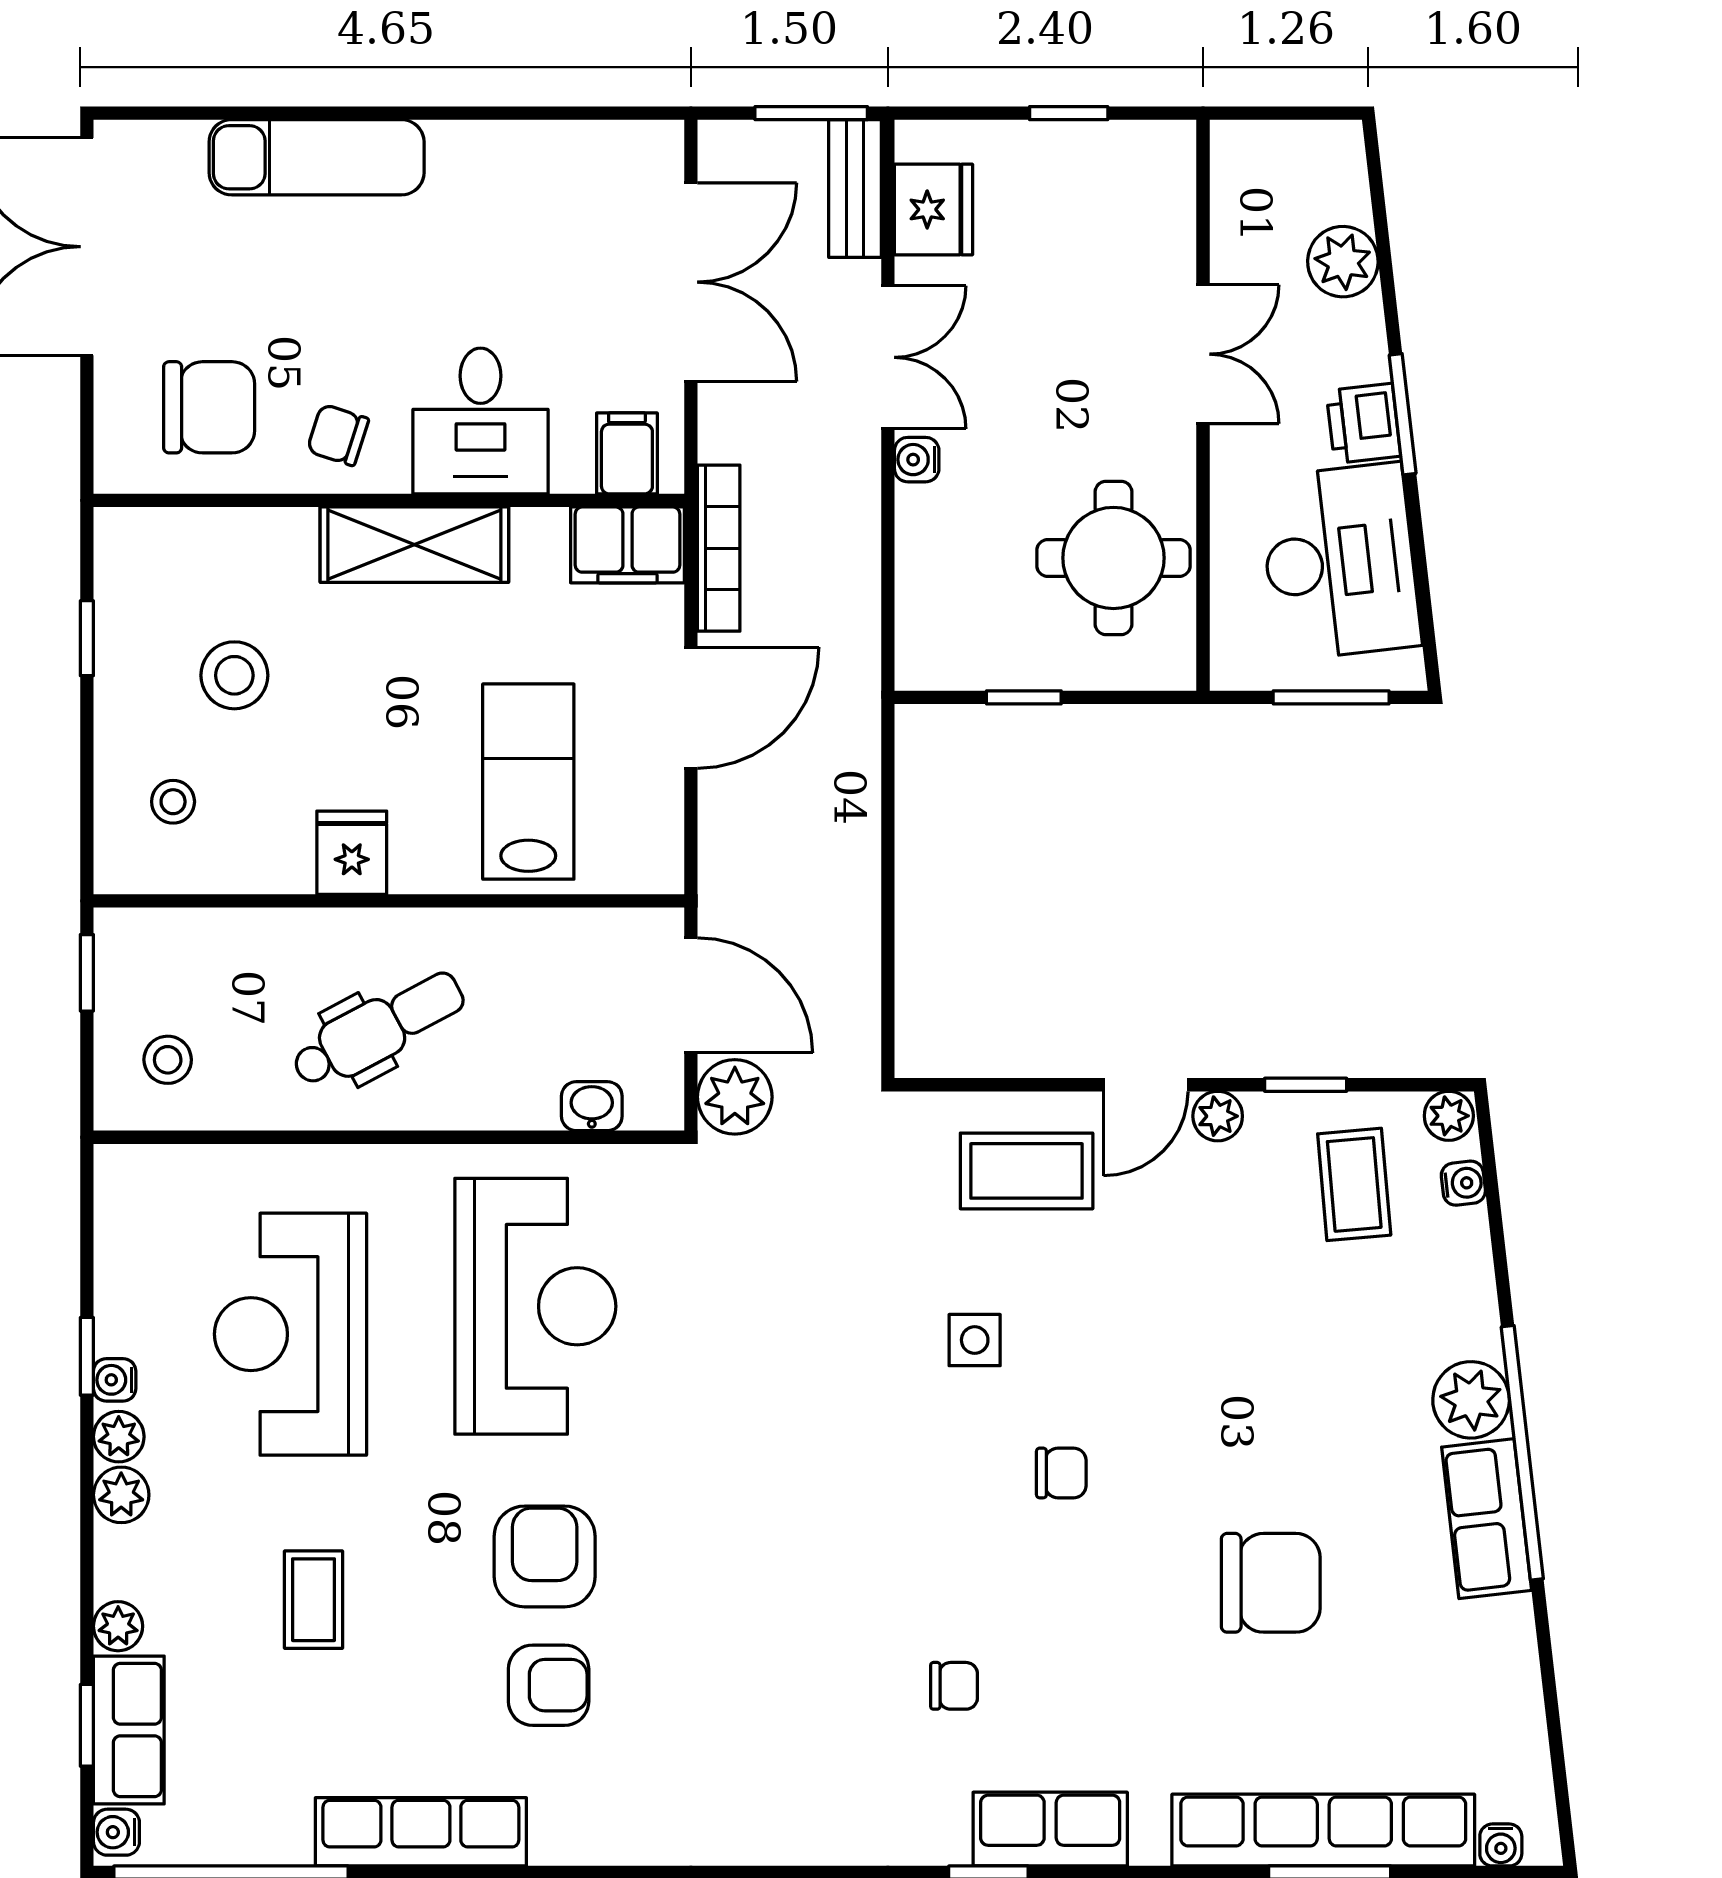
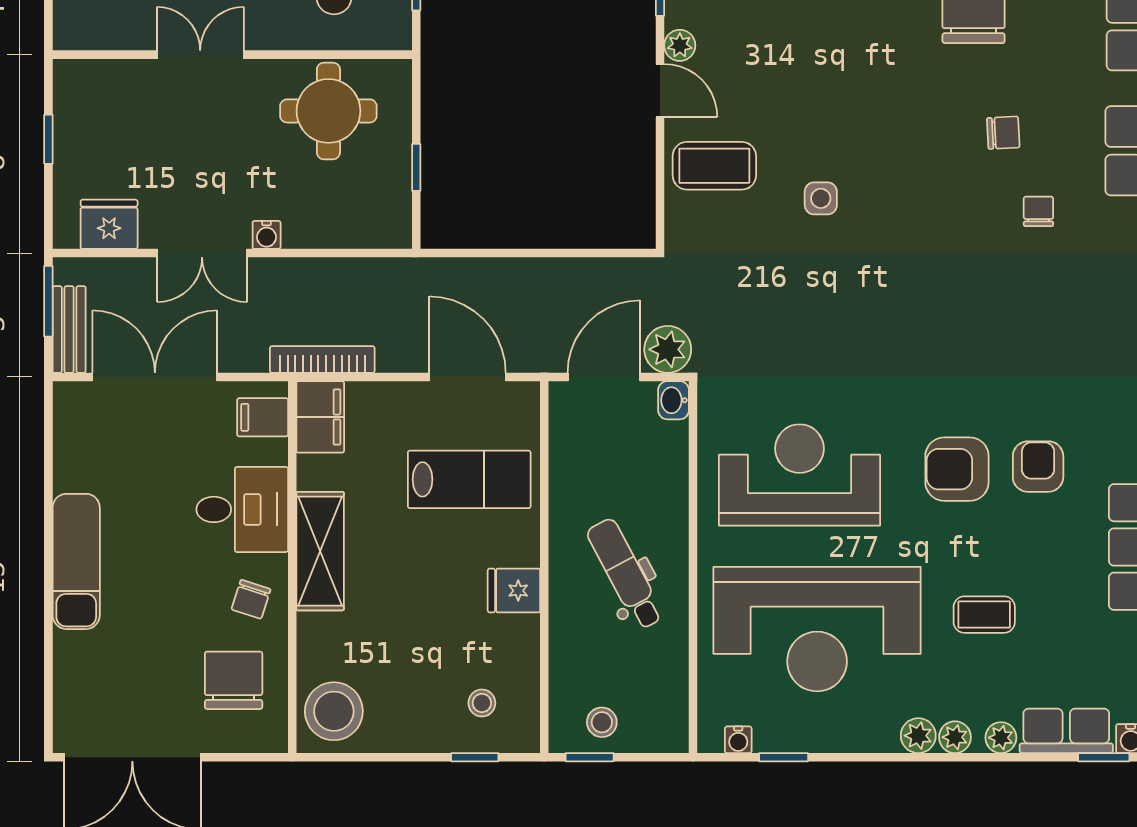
exam couch: (317, 157) -> (76, 561), moved
bench: (855, 189) -> (69, 329), moved, turned 90
double door: (888, 357) -> (202, 253), swing flipped
window: (87, 638) -> (475, 757), moved
stool: (234, 675) -> (334, 711), moved, width x1.38, depth x1.38
door: (691, 708) -> (467, 377), moved
lab bench: (528, 782) -> (469, 479), turned 180
stool: (168, 1060) -> (602, 722), moved
washbasin: (592, 1106) -> (674, 400), moved
coffee table: (1027, 1171) -> (714, 166), turned 90
reception desk: (291, 1334) -> (817, 629), width x1.36, depth x1.30
window: (87, 1356) -> (784, 757), moved
water cooler: (115, 1380) -> (738, 740), moved
plant: (119, 1437) -> (955, 737), moved
chair: (1061, 1473) -> (1003, 133), moved, turned 87
window: (87, 1725) -> (1104, 757), moved

